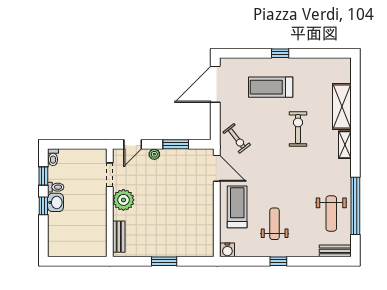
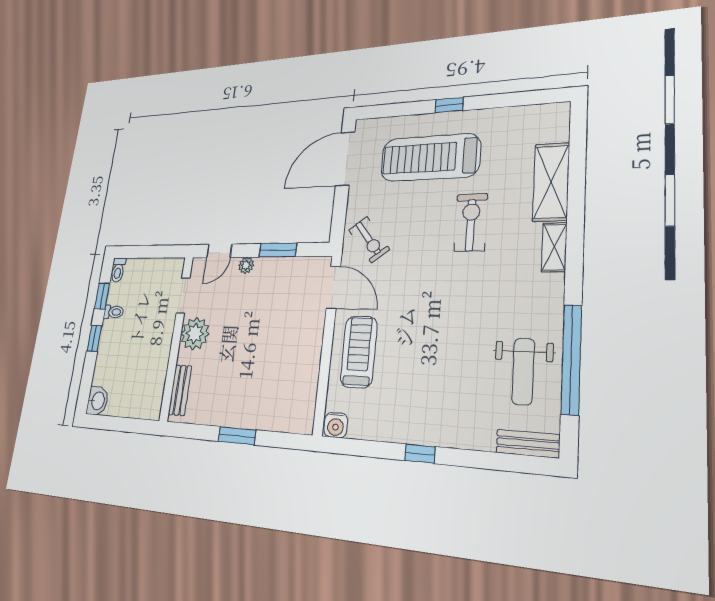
treadmill: (271, 87) -> (430, 158), width x1.37, depth x1.38
washbasin: (56, 202) -> (98, 401), moved
weight bench: (275, 224) -> (419, 384), removed

